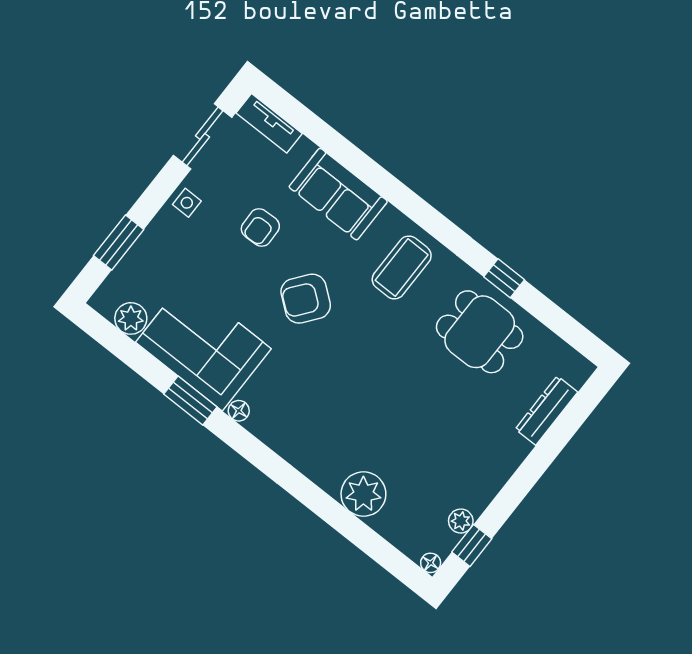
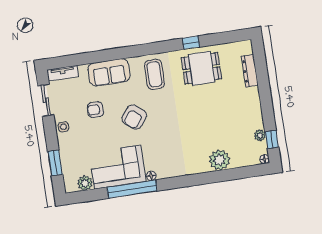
armchair: (260, 227) -> (95, 110), turned 92
window: (190, 401) -> (132, 189), width x2.11

